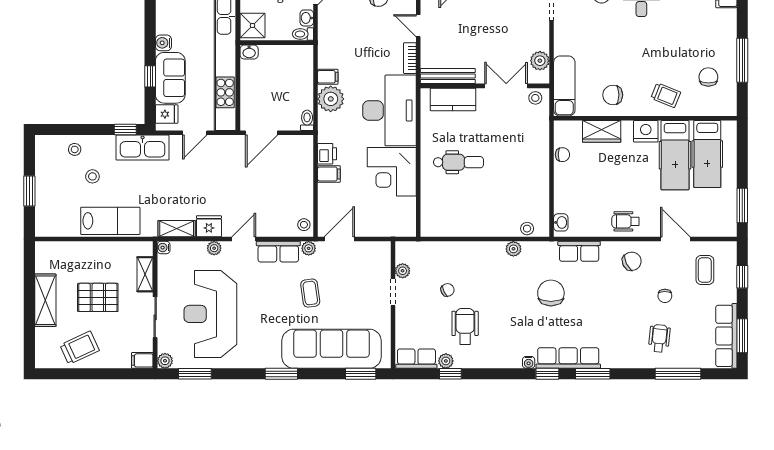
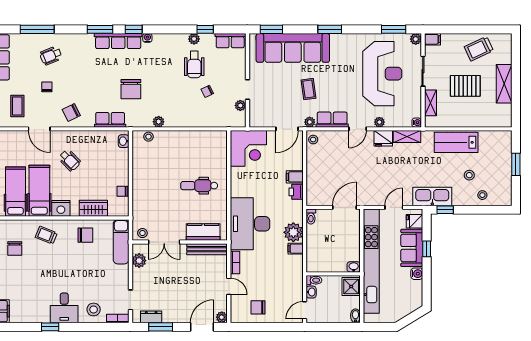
corner desk: (392, 172) -> (248, 148), moved, turned 90
wheelchair: (626, 221) -> (70, 160), moved, turned 45
wheelchair: (659, 338) -> (51, 56), turned 62
plant: (446, 361) -> (194, 39), moved

